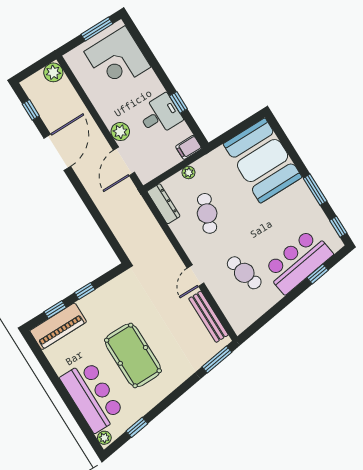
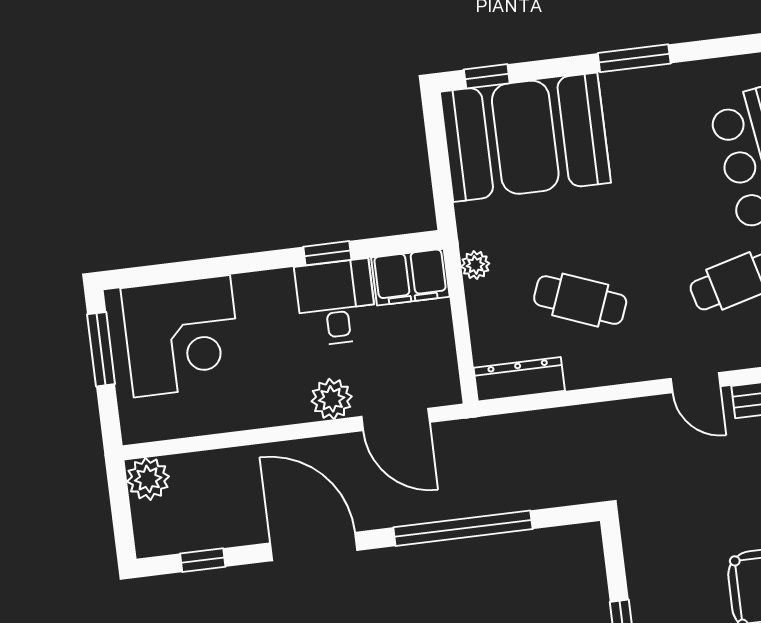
filing cabinet: (189, 147) -> (410, 277), width x2.00
plant: (189, 173) -> (475, 265), moved
window: (93, 209) -> (463, 528), added
window: (338, 227) -> (487, 76), moved

